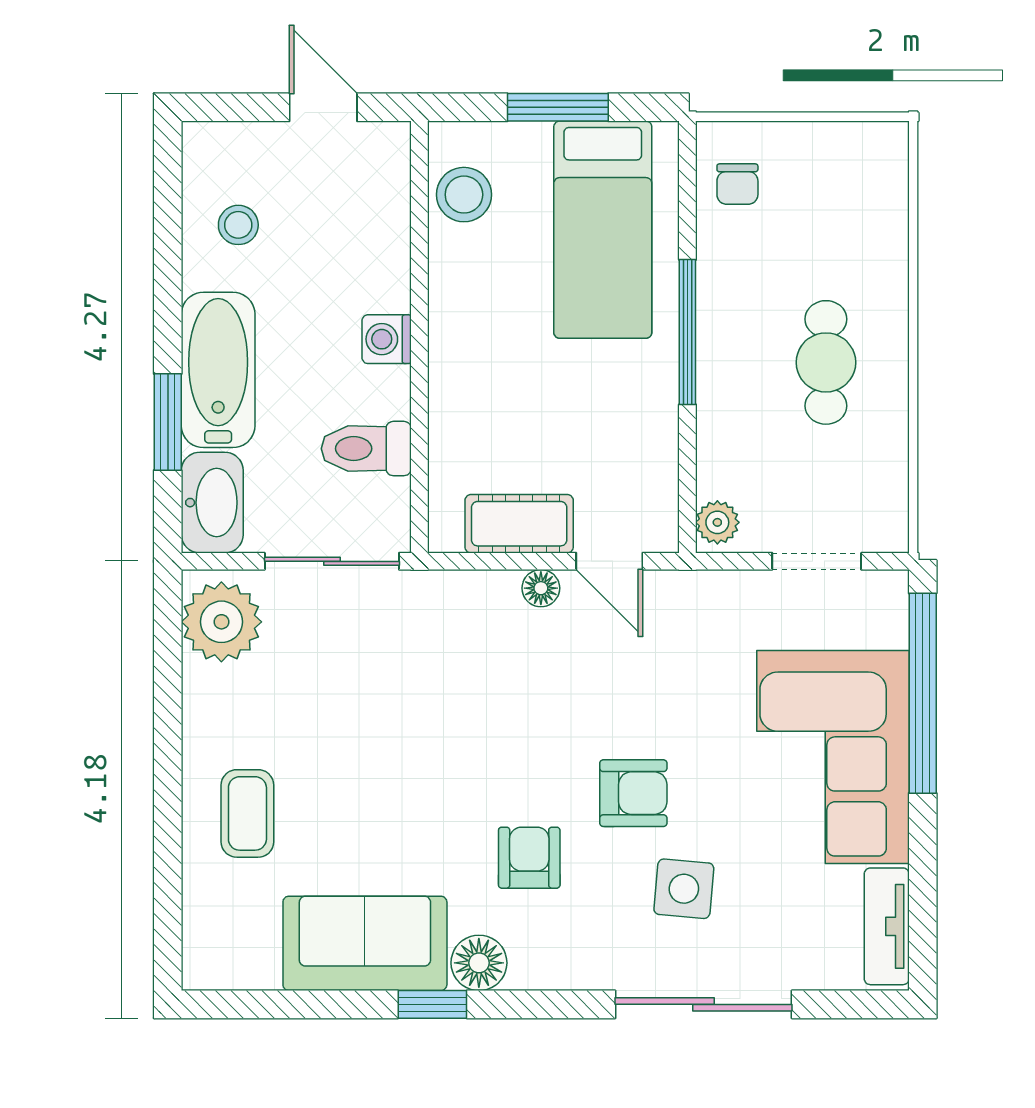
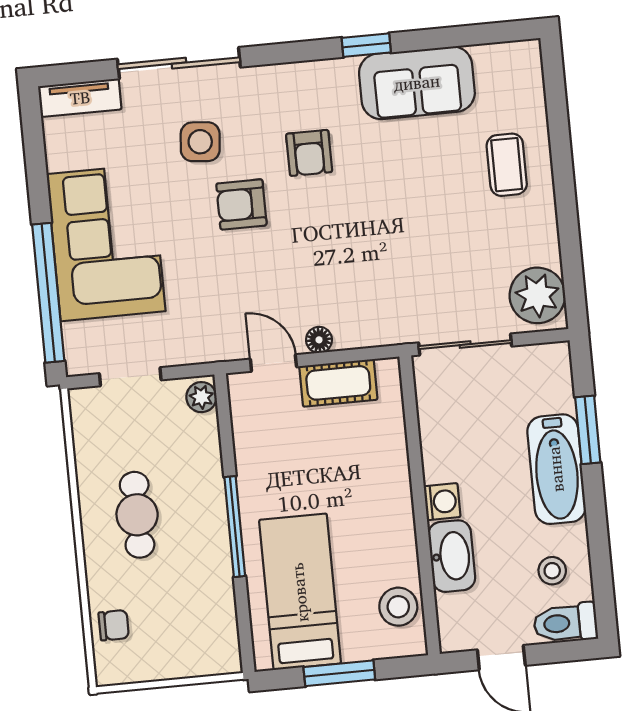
chair: (737, 184) -> (114, 625), moved, turned 90
toilet: (366, 449) -> (565, 623), moved, turned 180
washbasin: (212, 503) -> (452, 556), moved, turned 180
tv unit: (887, 926) -> (80, 98), moved, turned 90
floor lamp: (479, 963) -> (337, 77), removed

